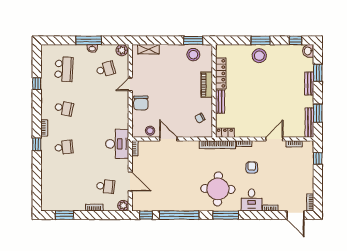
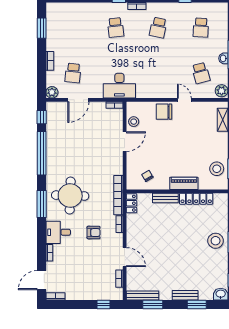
school desk: (64, 69) -> (201, 28), width x0.54

